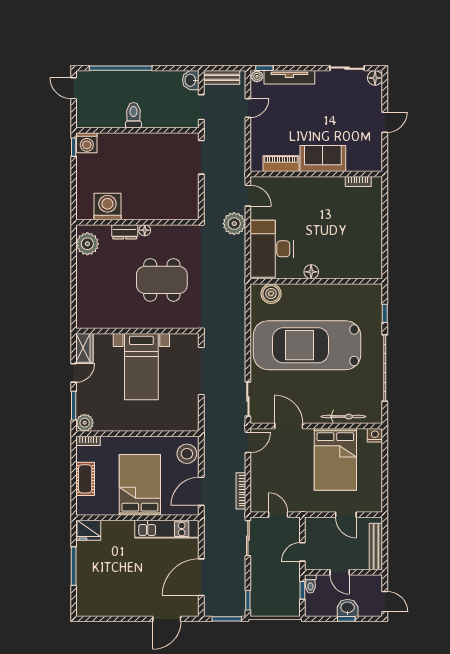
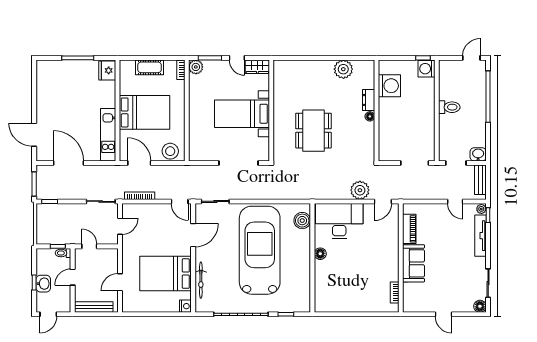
washing machine: (107, 206) -> (389, 86), moved
wall: (137, 222) -> (376, 110), moved
floor lamp: (145, 230) -> (370, 116), moved
dresser: (125, 232) -> (369, 100), moved

